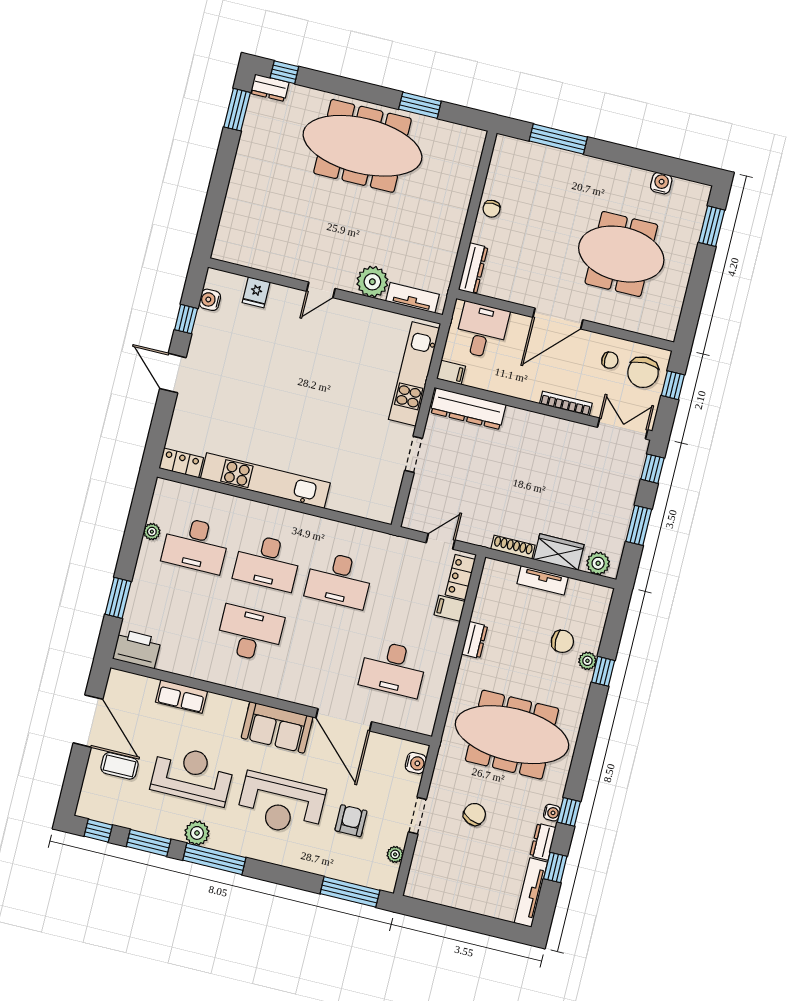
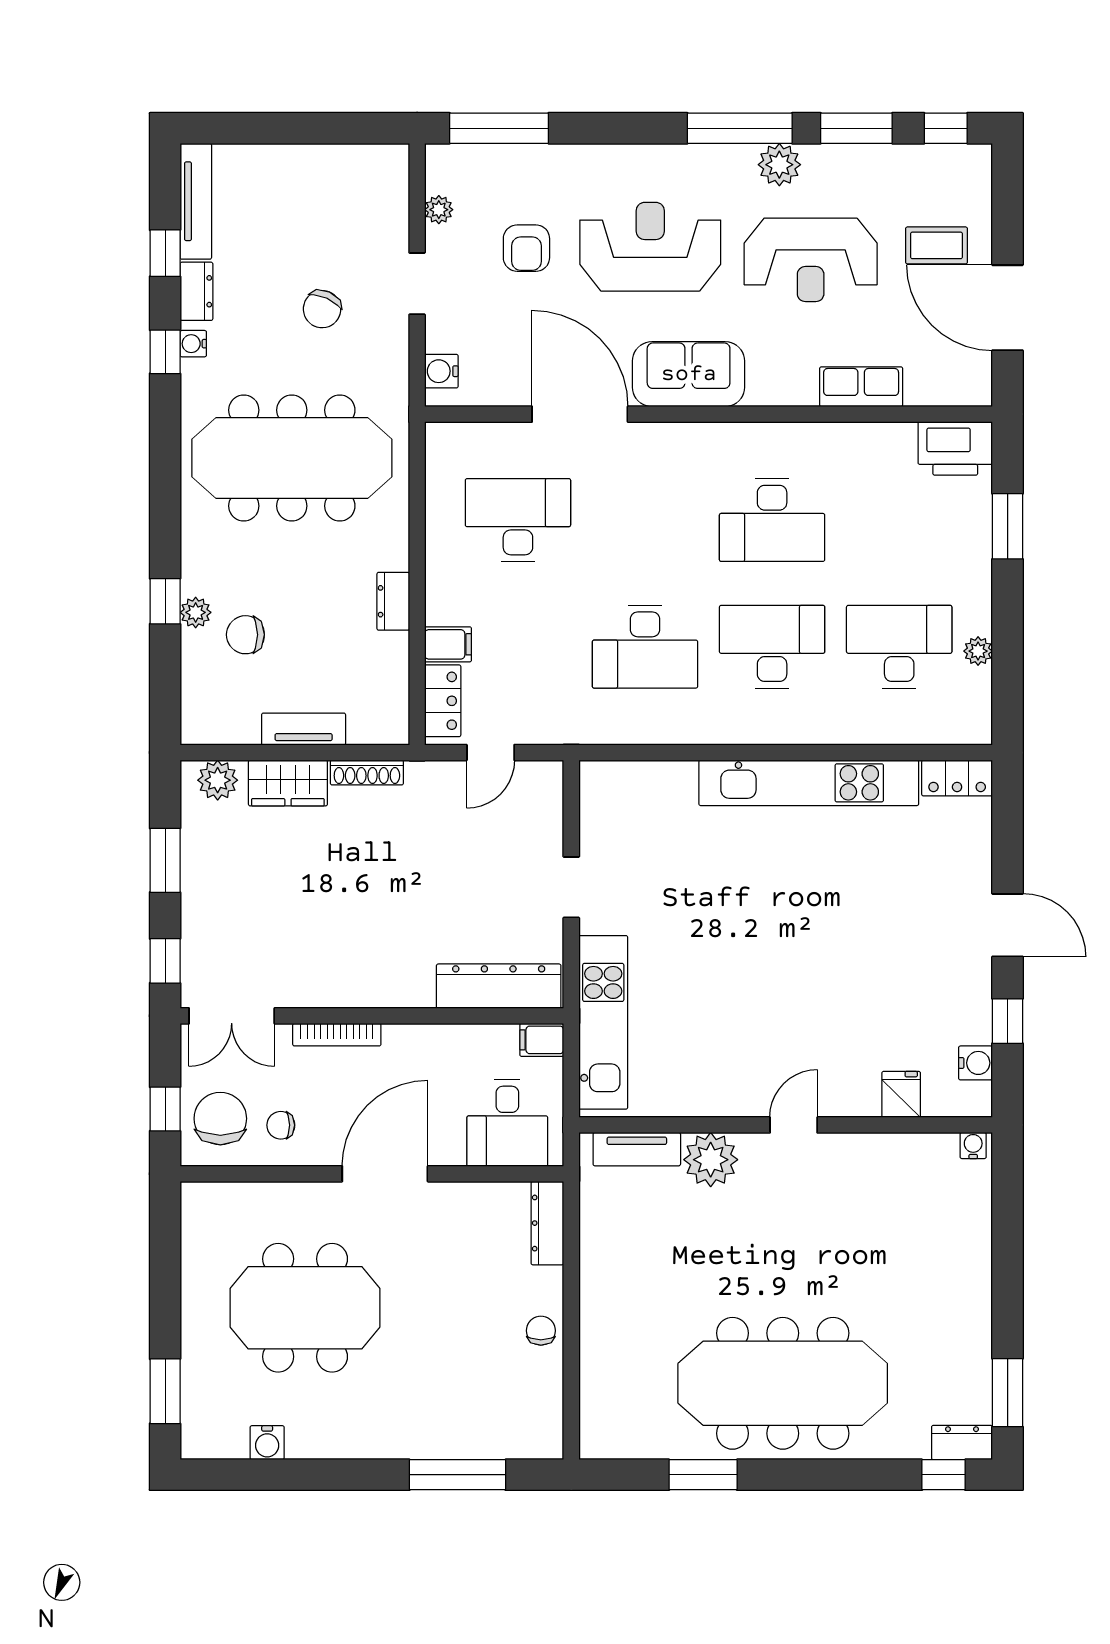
water cooler: (223, 254) -> (973, 1146), added
desk: (339, 580) -> (645, 647), turned 180

